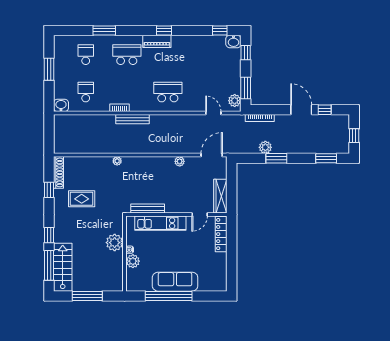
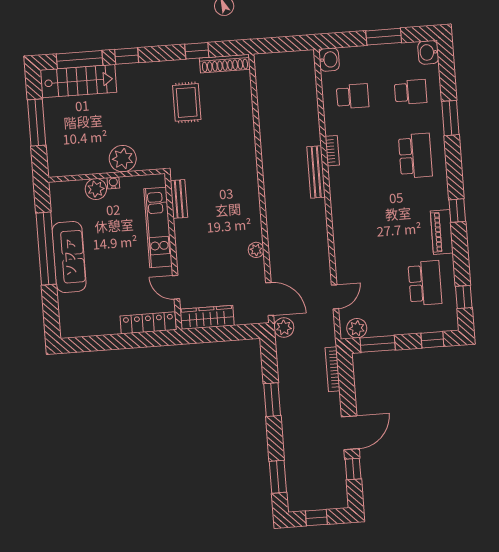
piano: (157, 41) -> (442, 232), moved
washbasin: (233, 41) -> (428, 52), moved
school desk: (168, 92) -> (425, 283), moved
plant: (265, 147) -> (284, 327), moved
plant: (117, 161) -> (249, 153), removed
bench: (148, 208) -> (179, 199), width x0.73

